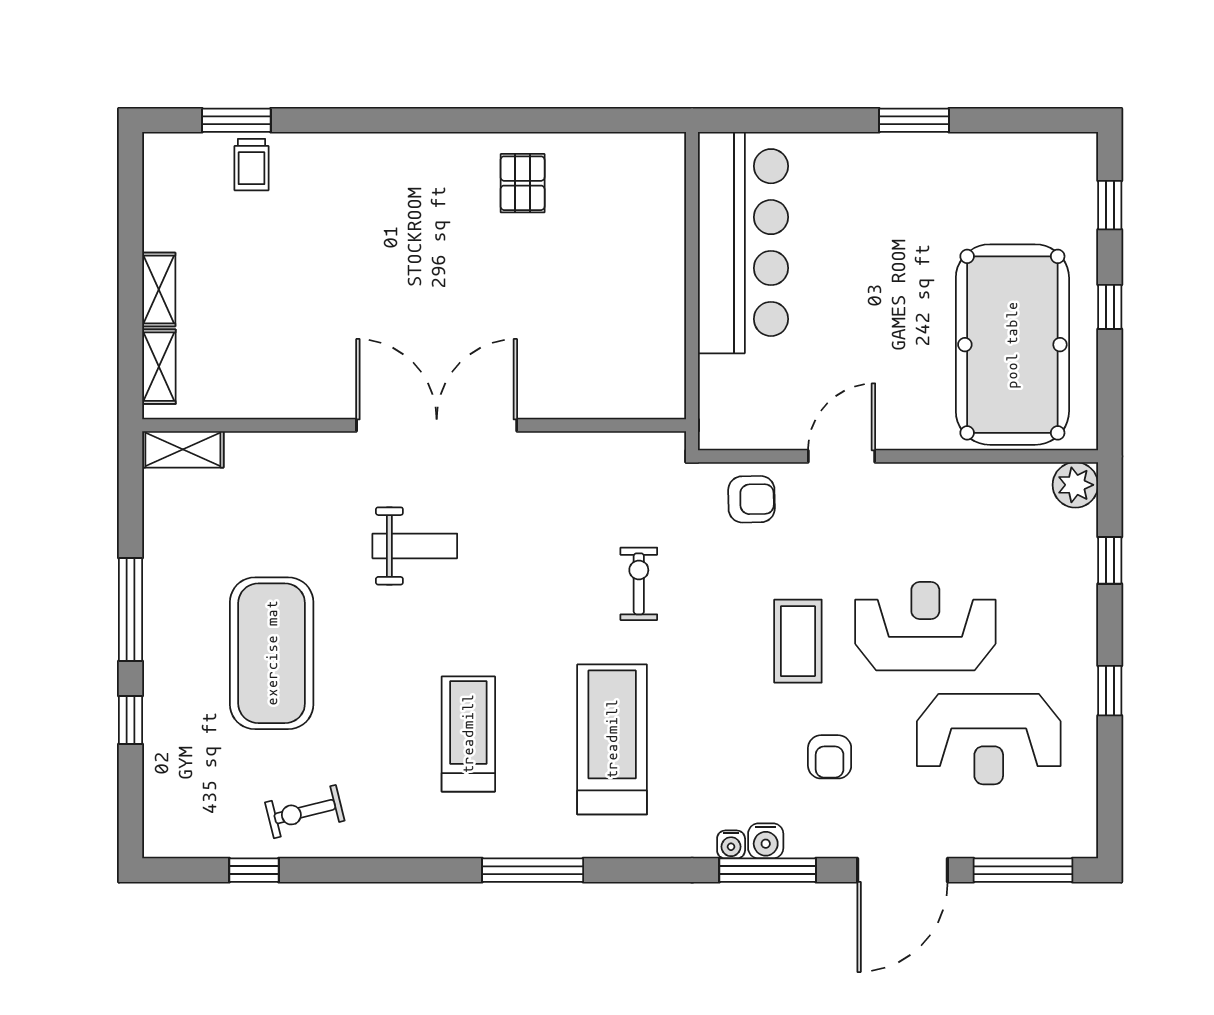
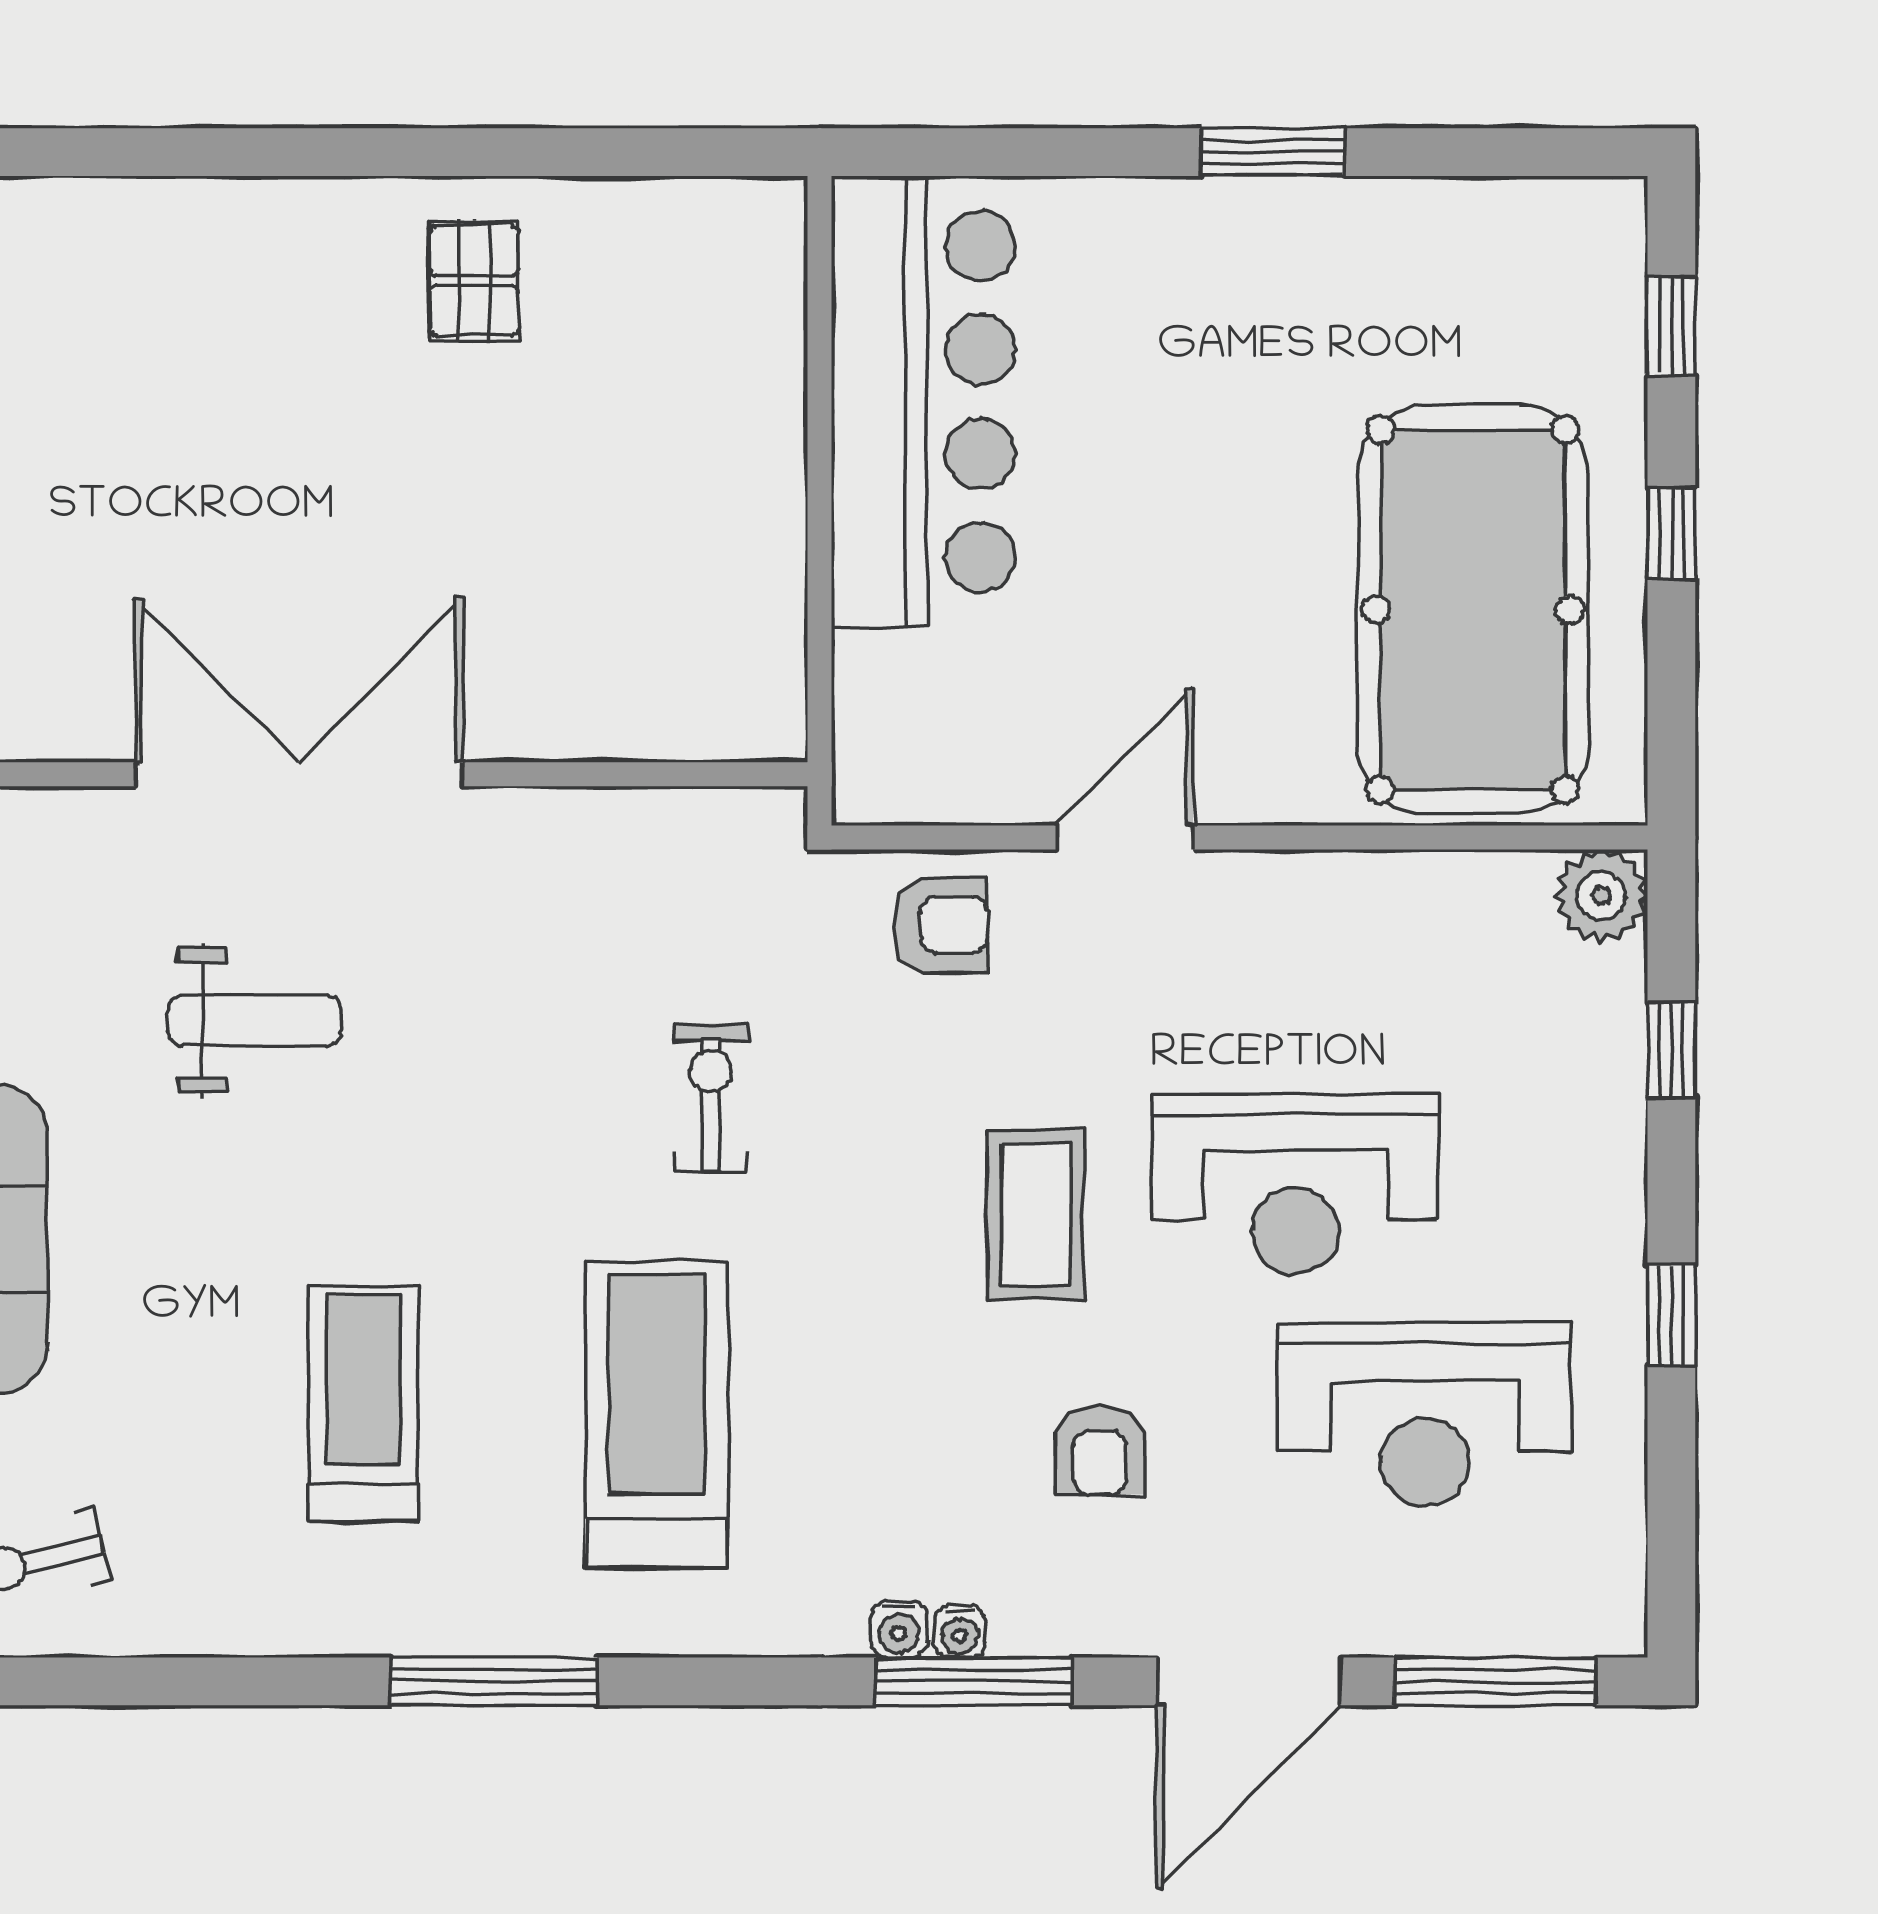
reception desk: (925, 626) -> (1295, 1184), turned 180
water cooler: (766, 841) -> (960, 1632), width x0.72, depth x0.72

